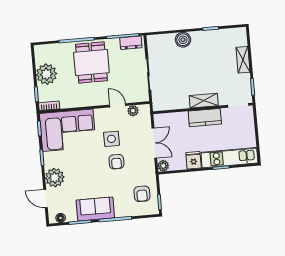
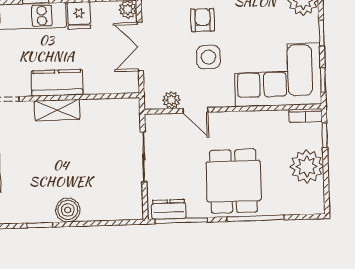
boiler: (183, 40) -> (68, 210), moved

